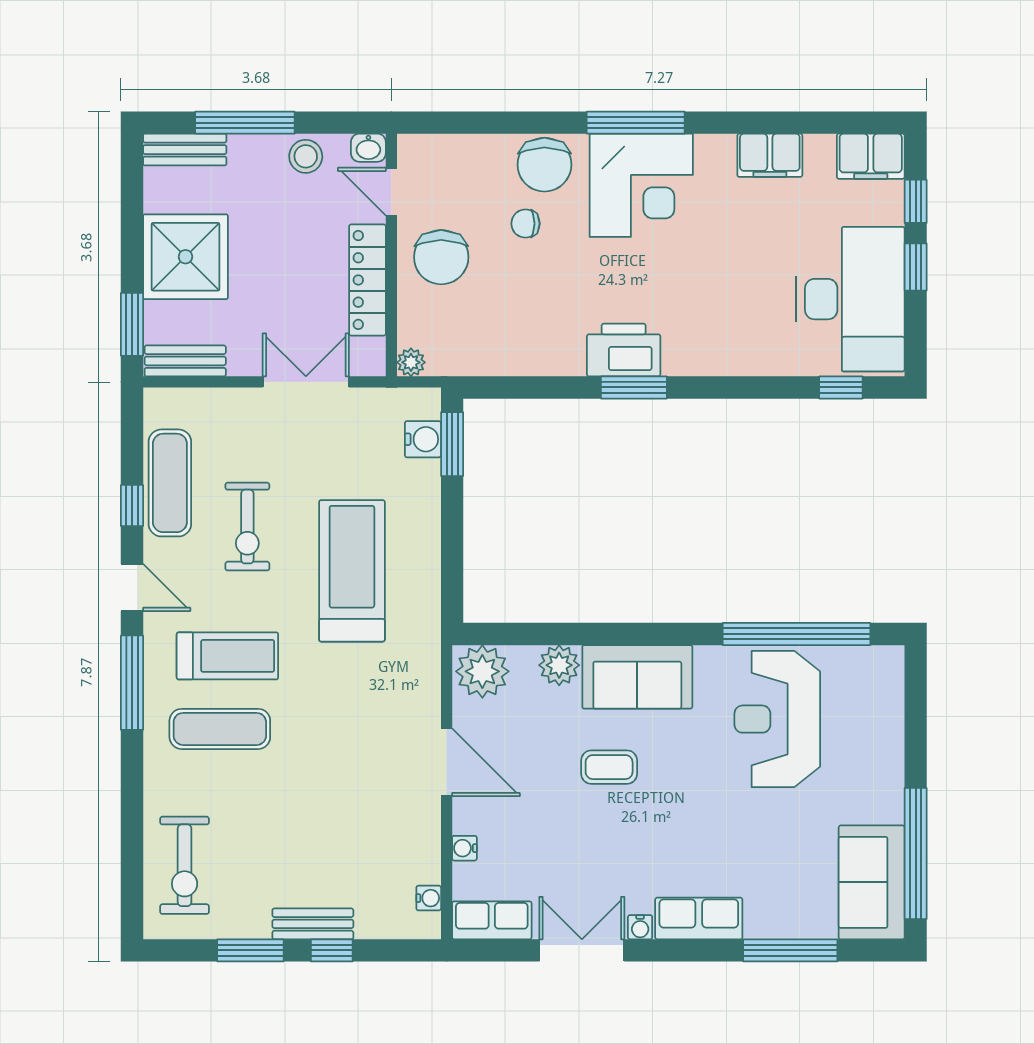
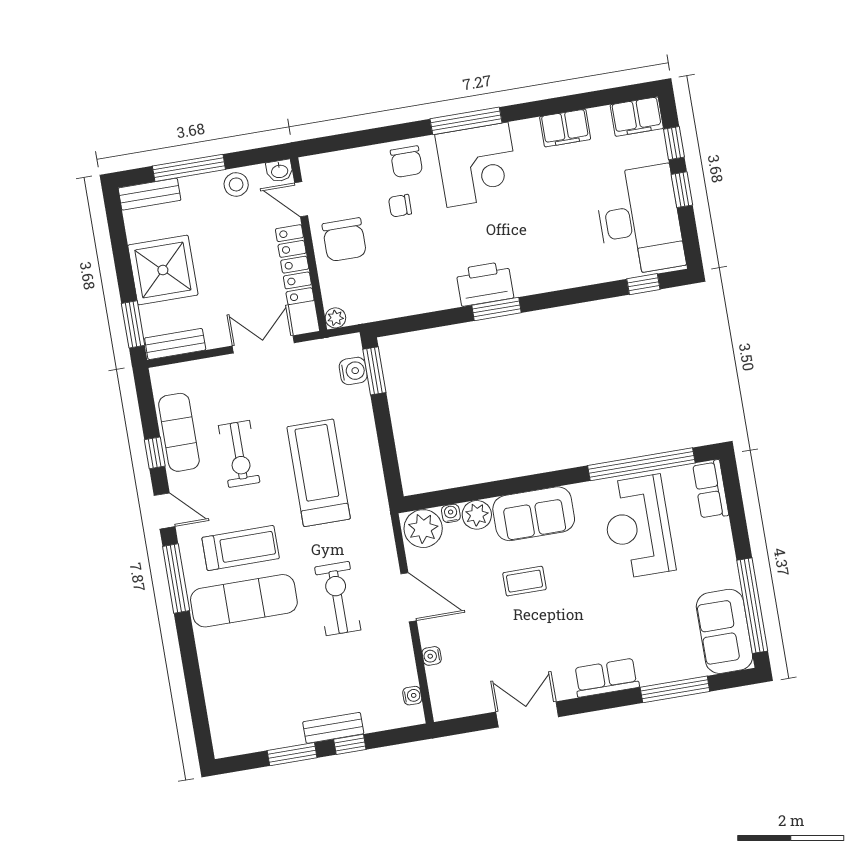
chair: (544, 165) -> (406, 162), width x0.73, depth x0.73
exercise mat: (220, 729) -> (244, 601), width x1.36, depth x1.45
exercise bike: (185, 865) -> (338, 599), moved, turned 180
row of seats: (492, 920) -> (711, 490), moved, turned -90
water cooler: (640, 927) -> (451, 513), moved, turned 180

